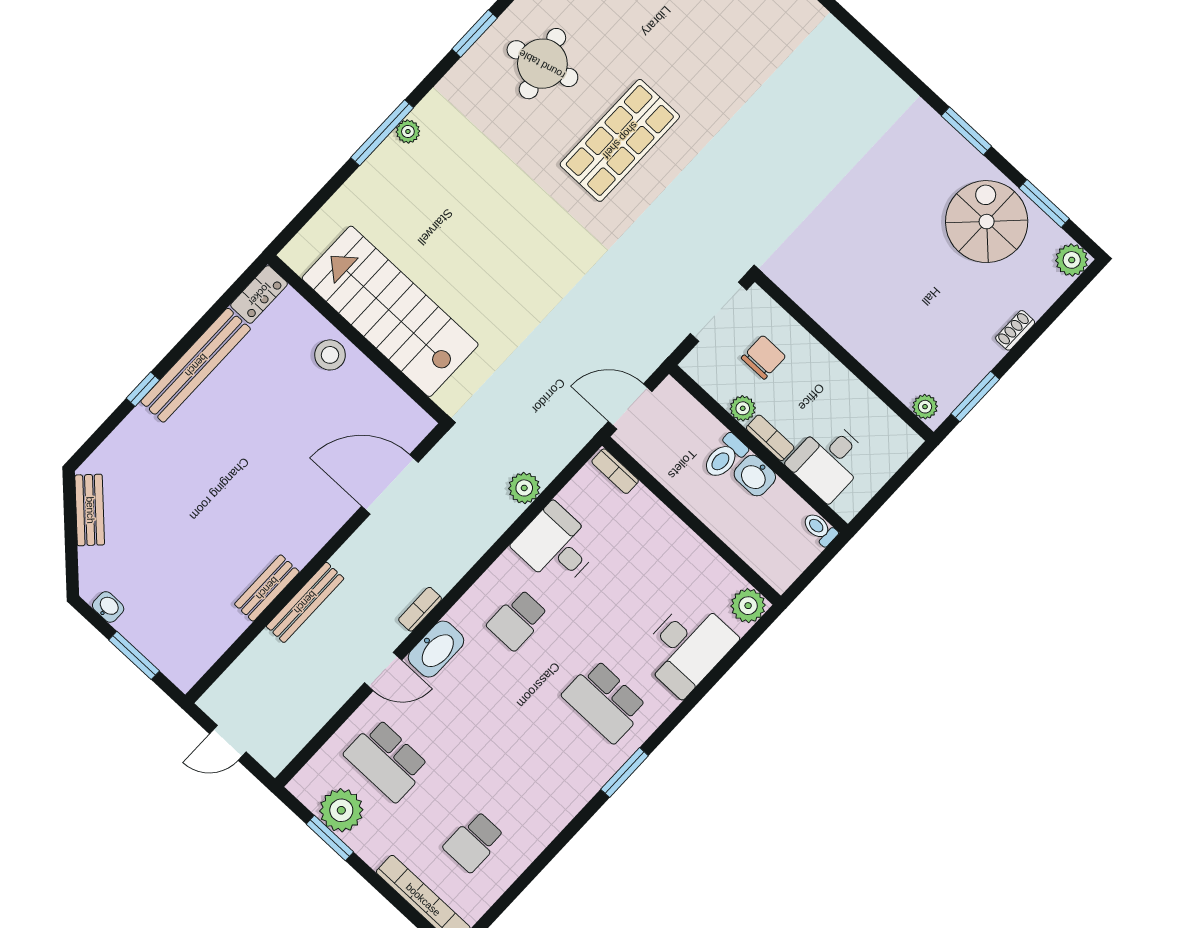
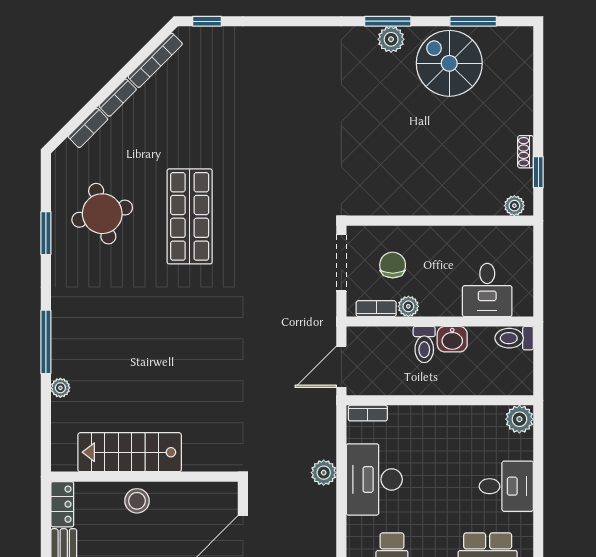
plant: (408, 131) -> (60, 388), moved
plant: (1072, 260) -> (391, 39), moved
stairs: (390, 311) -> (130, 452), width x0.73, depth x0.66
shoe rack: (1015, 330) -> (526, 152), moved
window: (975, 396) -> (538, 172), width x0.67
bookcase: (770, 438) -> (376, 309), moved
toilet: (820, 529) -> (514, 338), width x1.37, depth x1.39
desk: (556, 546) -> (374, 479), width x1.37
desk: (687, 647) -> (506, 486), width x0.73

